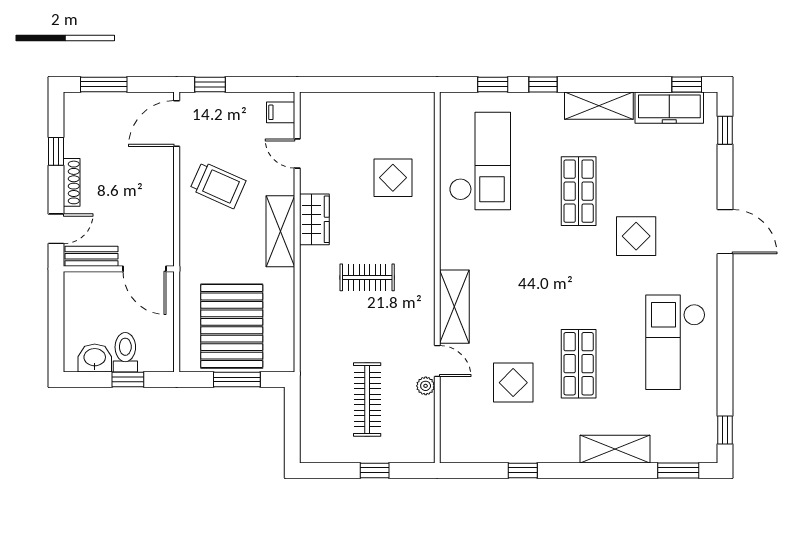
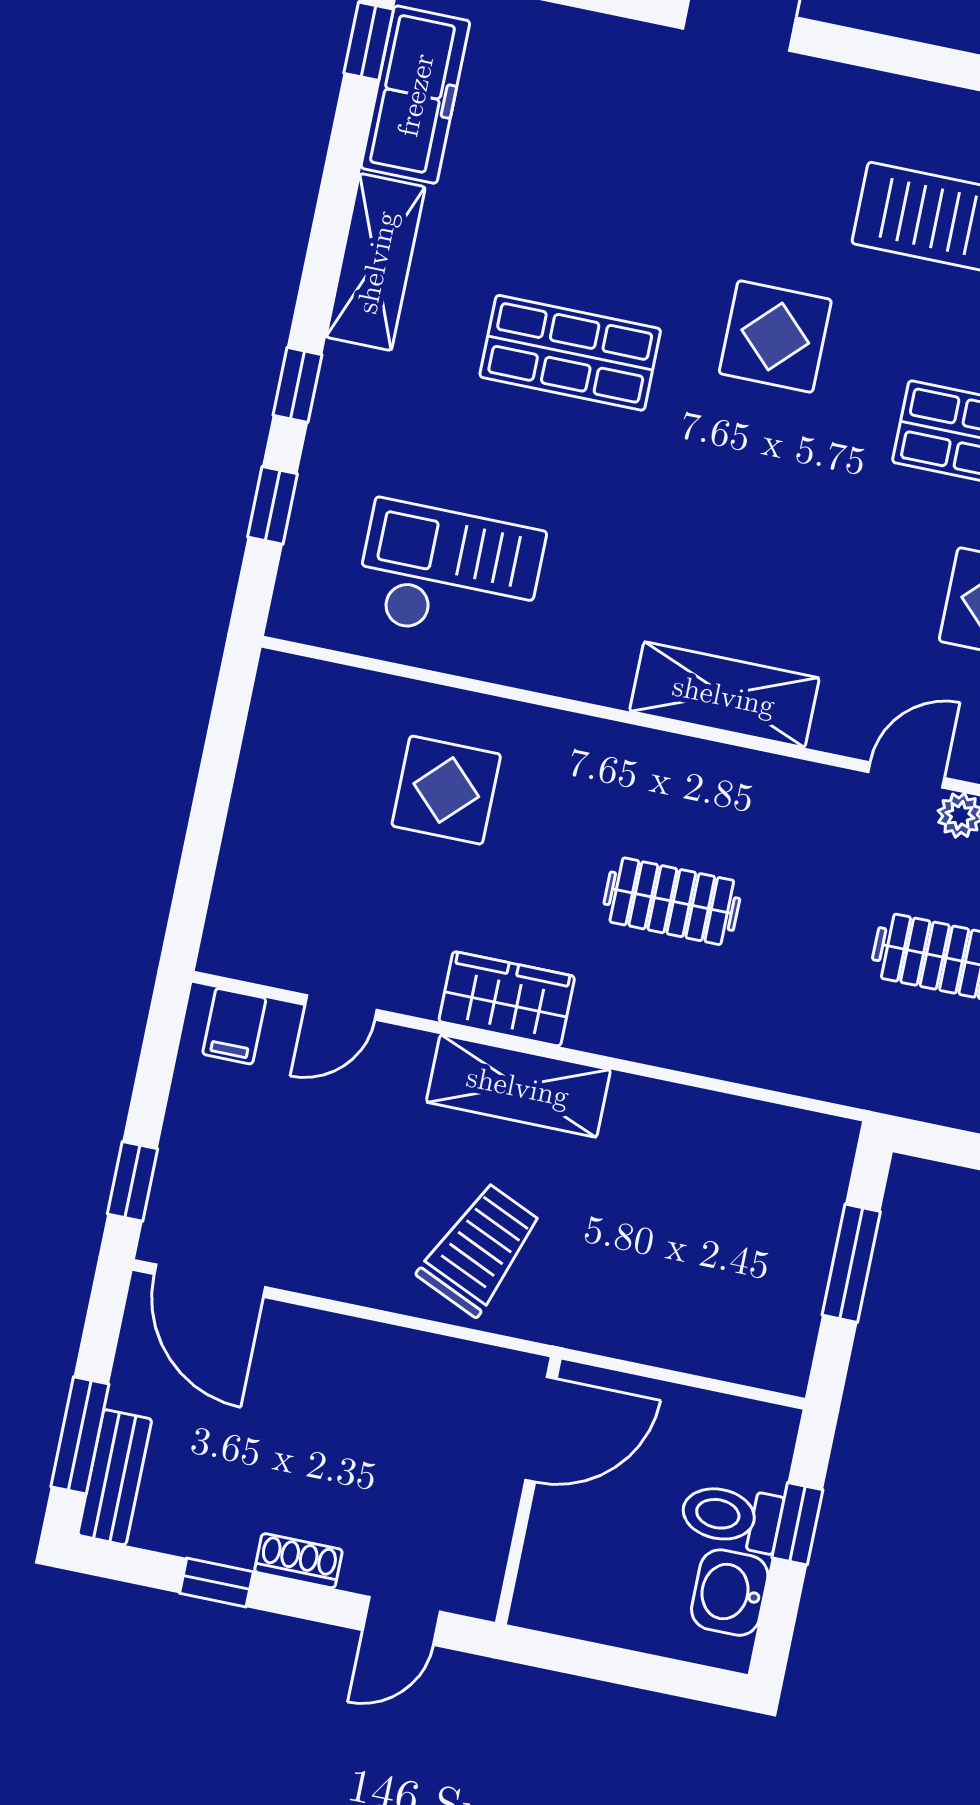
checkout: (480, 161) -> (449, 574), width x0.73, depth x0.83
shoe rack: (72, 182) -> (298, 1561), width x0.70
trolley: (218, 185) -> (480, 1249), moved
door: (56, 229) -> (401, 1621), swing flipped
display table: (636, 236) -> (775, 336), moved
bench: (92, 256) -> (115, 1477), moved
clothes rail: (367, 277) -> (672, 901), turned 90
shelving: (454, 307) -> (724, 695), moved
pallet: (232, 326) -> (721, 1249), removed

